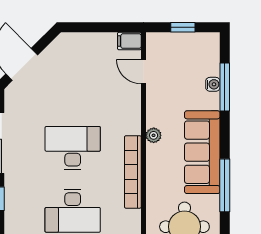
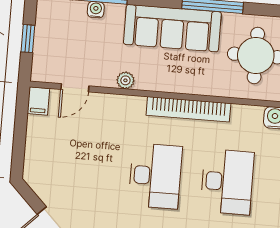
plant: (154, 135) -> (125, 80), moved
desk: (73, 148) -> (155, 176), turned 180

